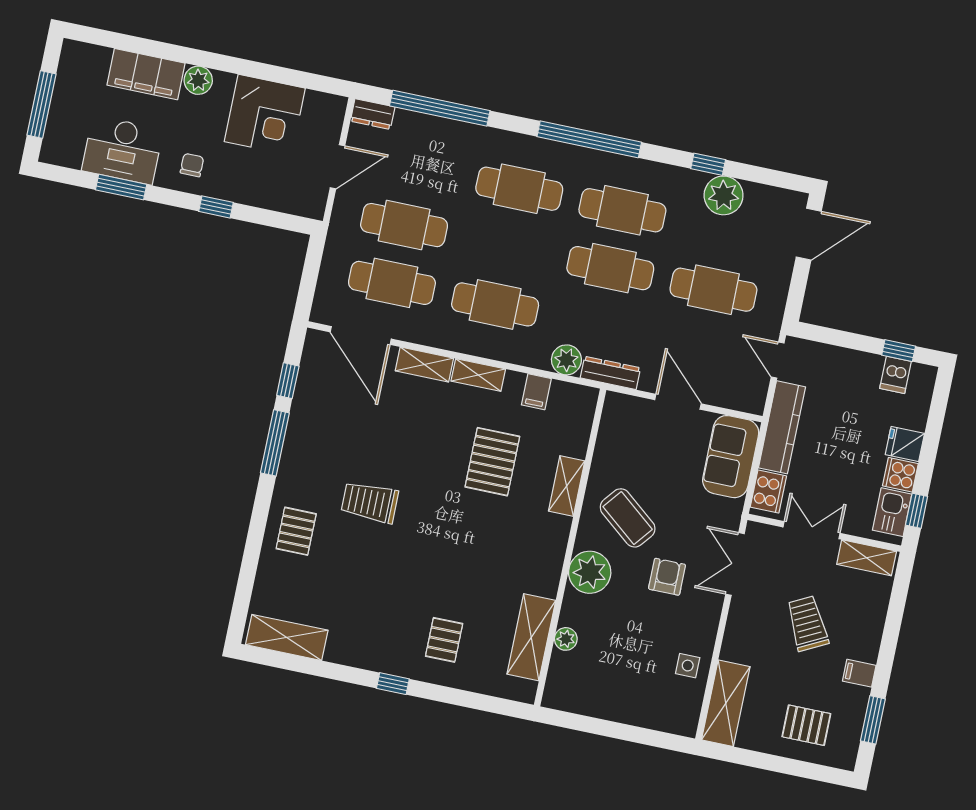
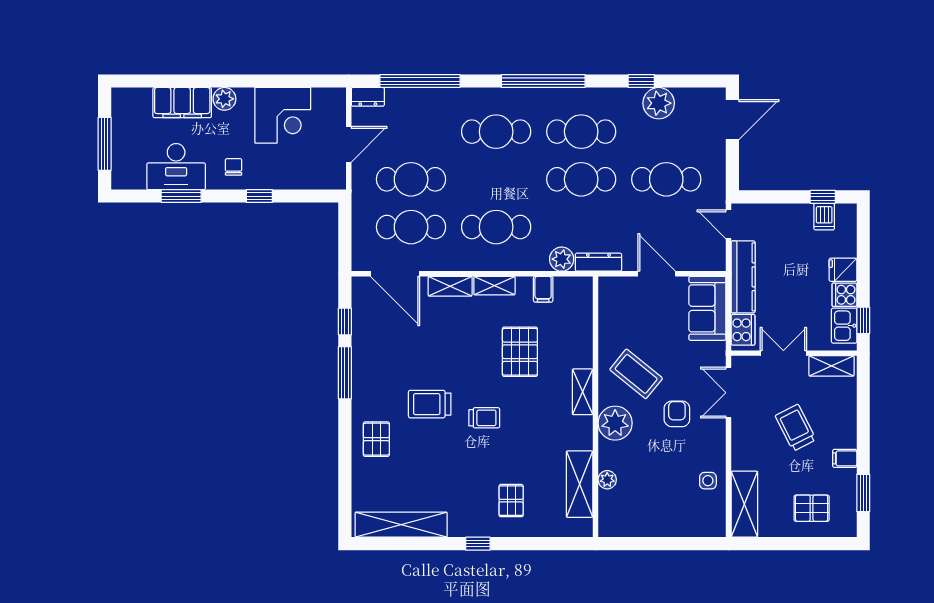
shelving: (567, 486) -> (583, 392), moved
trolley: (432, 533) -> (484, 418), added
shelving: (287, 637) -> (401, 525), width x1.47

